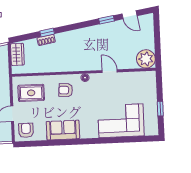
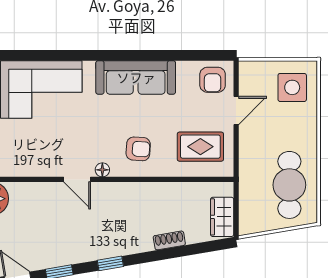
window: (47, 33) -> (110, 263), moved
door: (110, 71) -> (77, 179), moved
sofa: (63, 130) -> (136, 77), width x1.36

